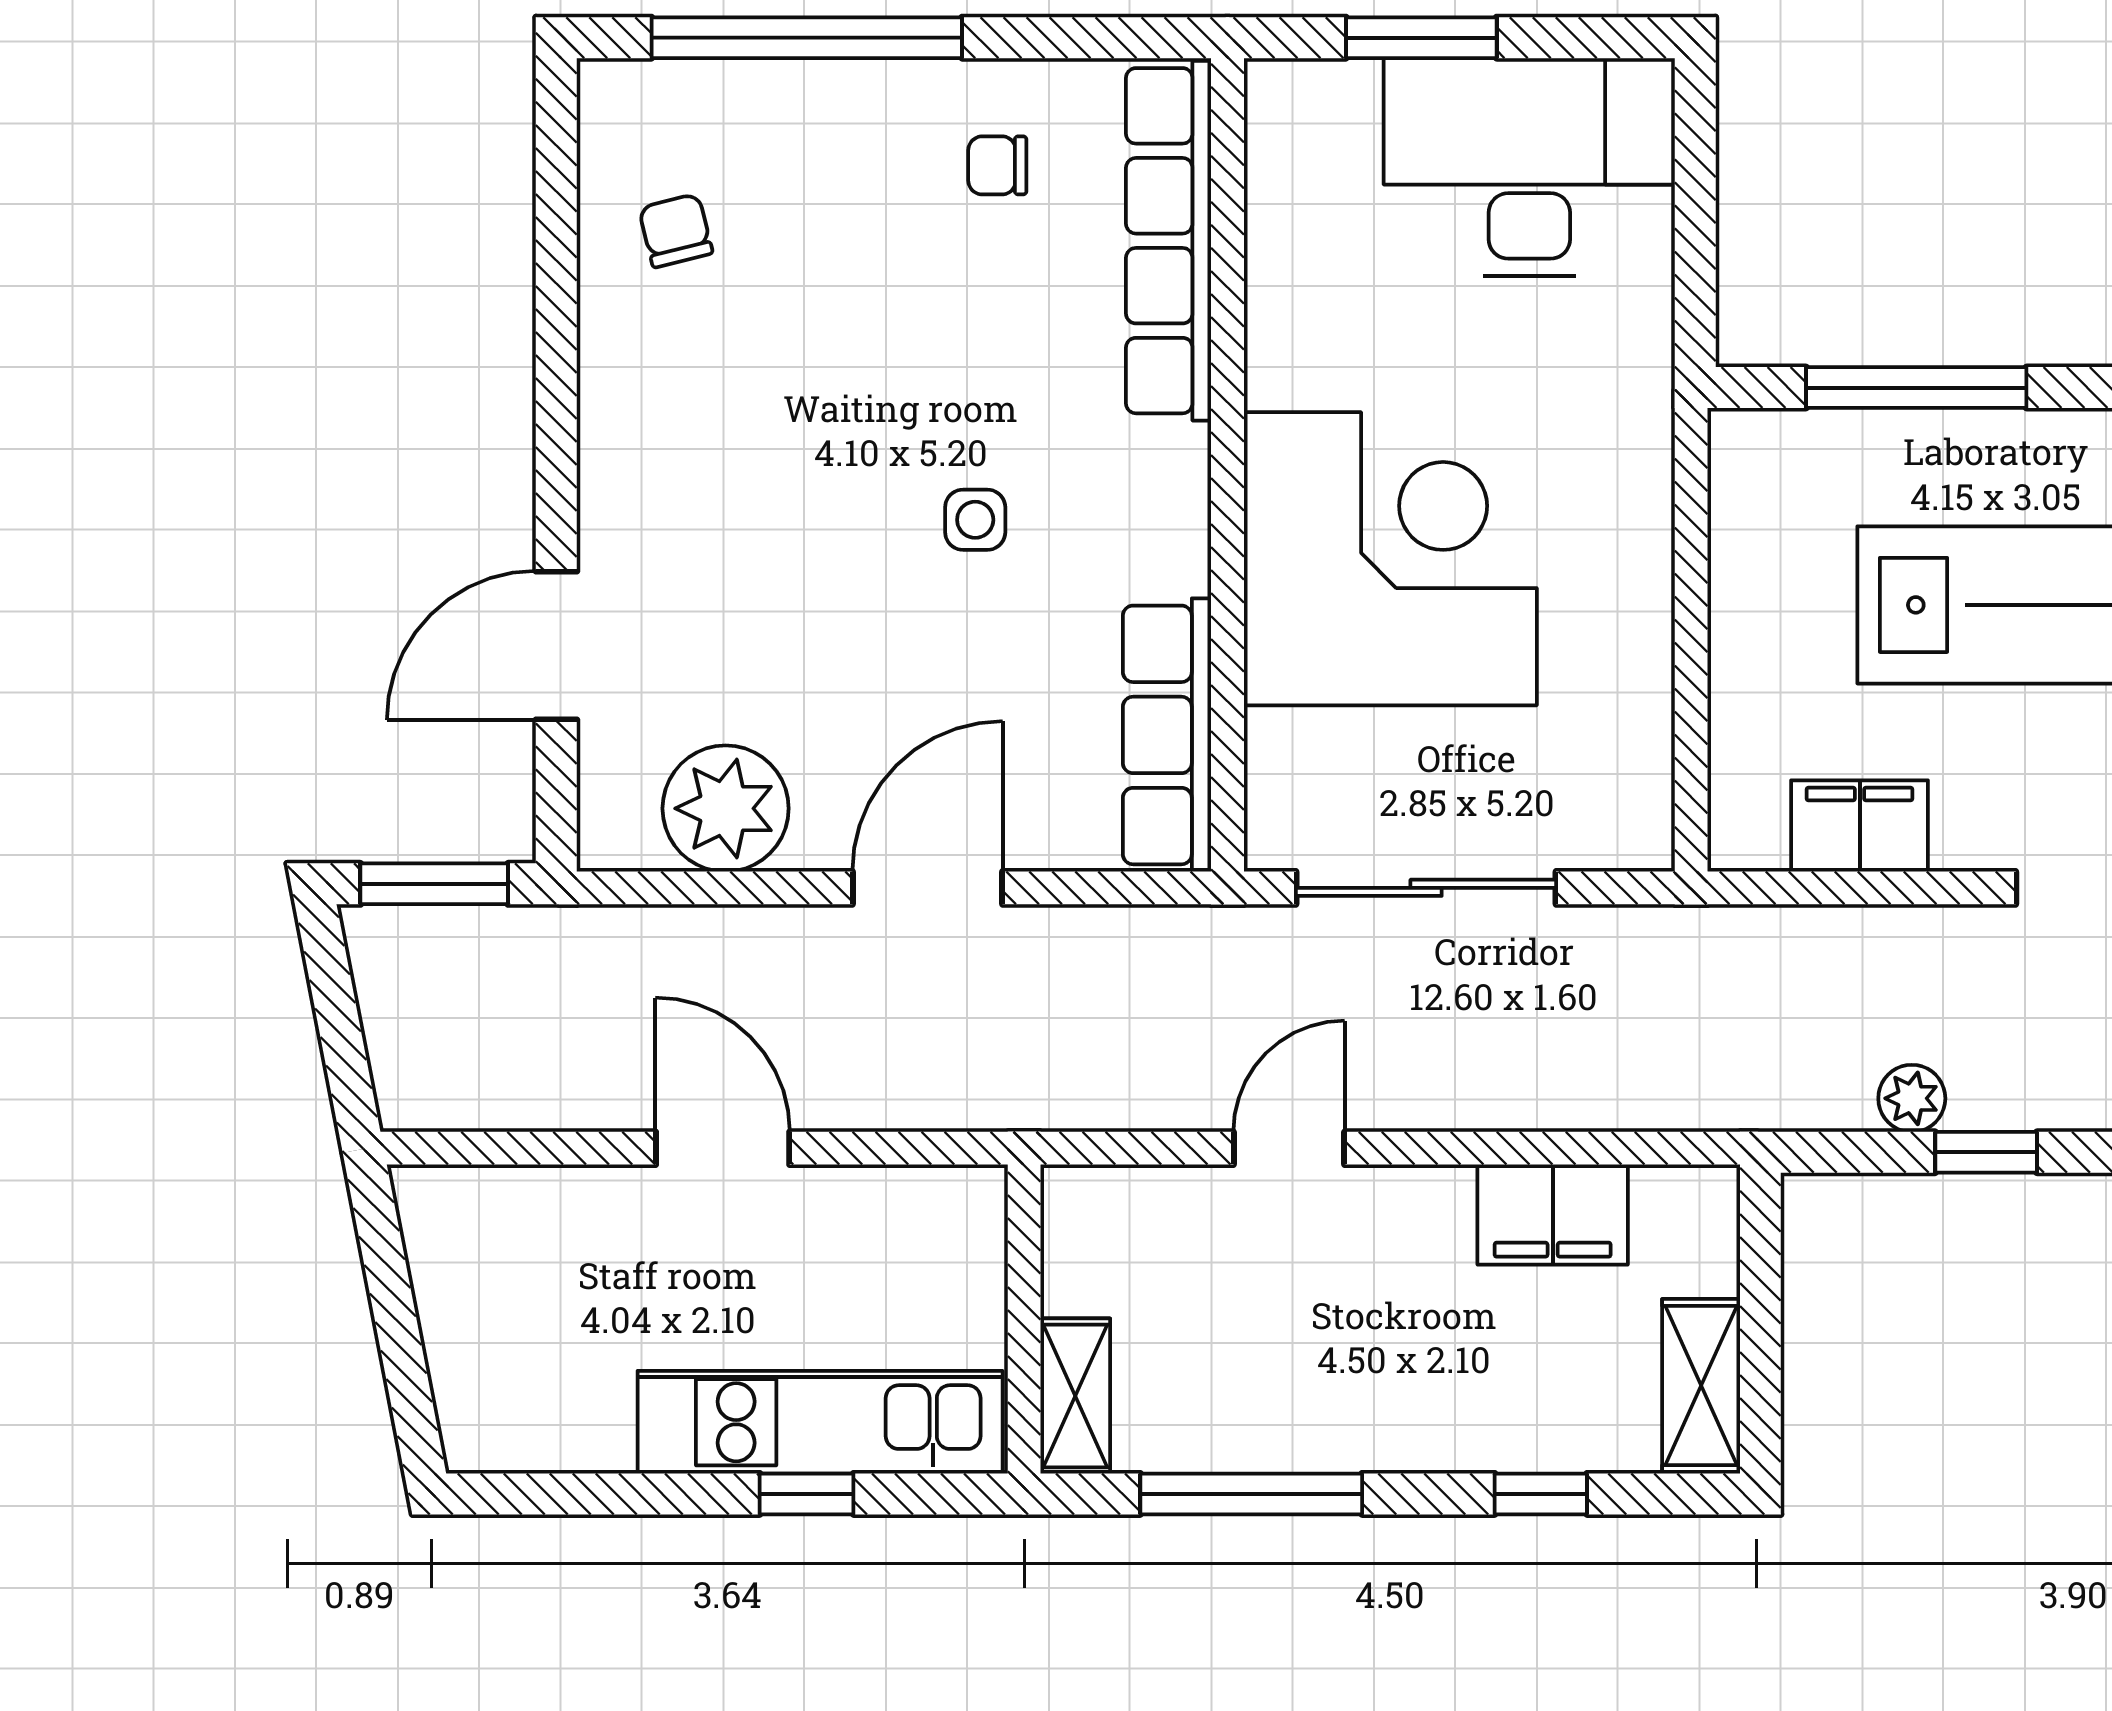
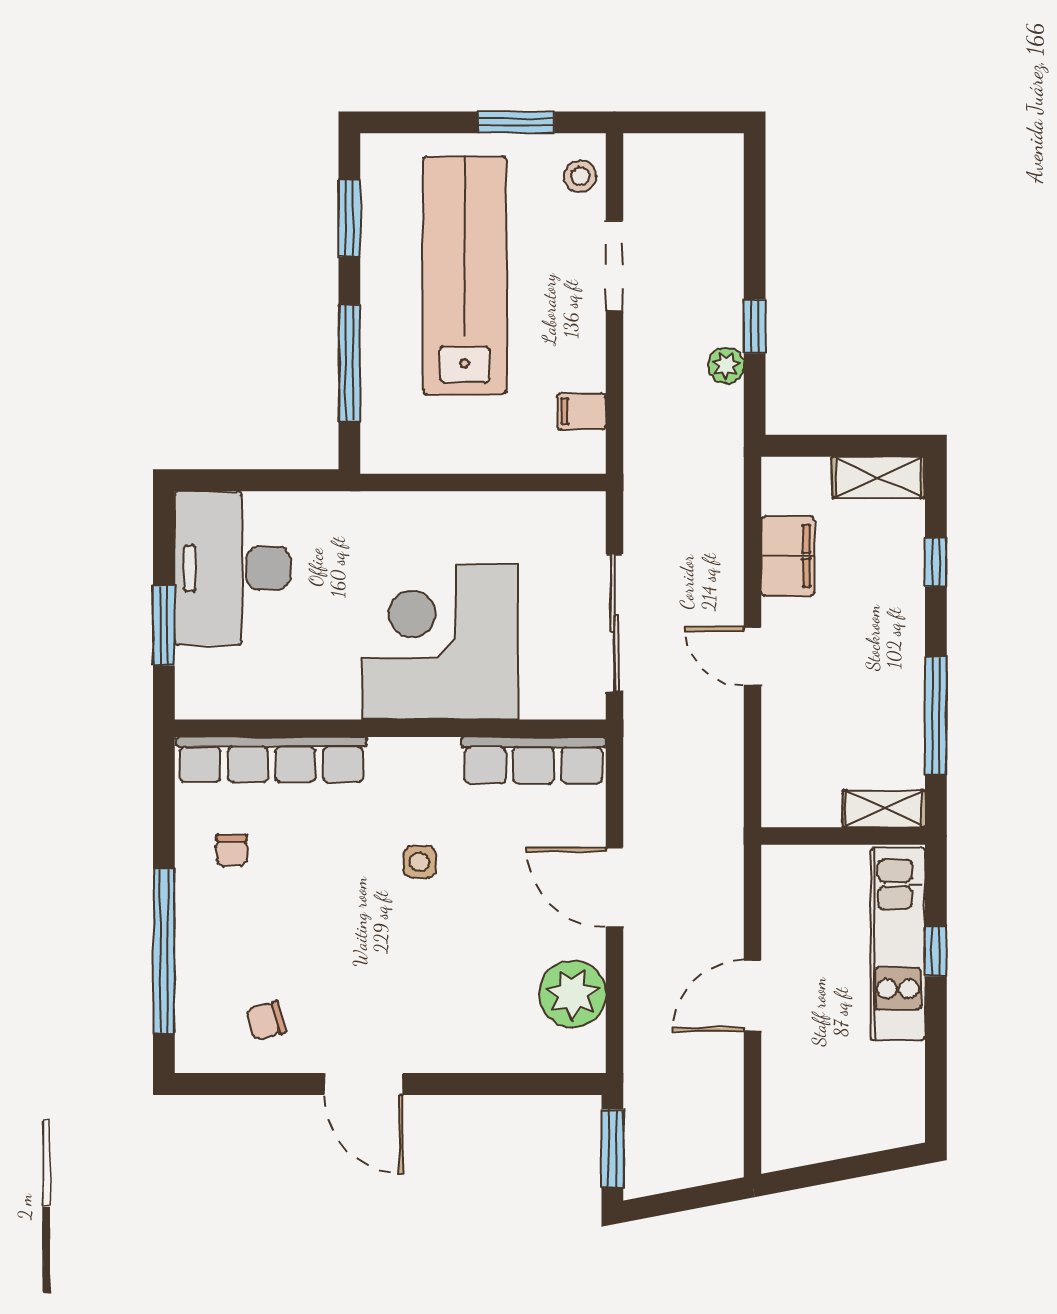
door: (556, 645) -> (363, 1084), moved
filing cabinet: (1860, 826) -> (582, 411), width x0.50
door: (1289, 1148) -> (753, 657), moved

